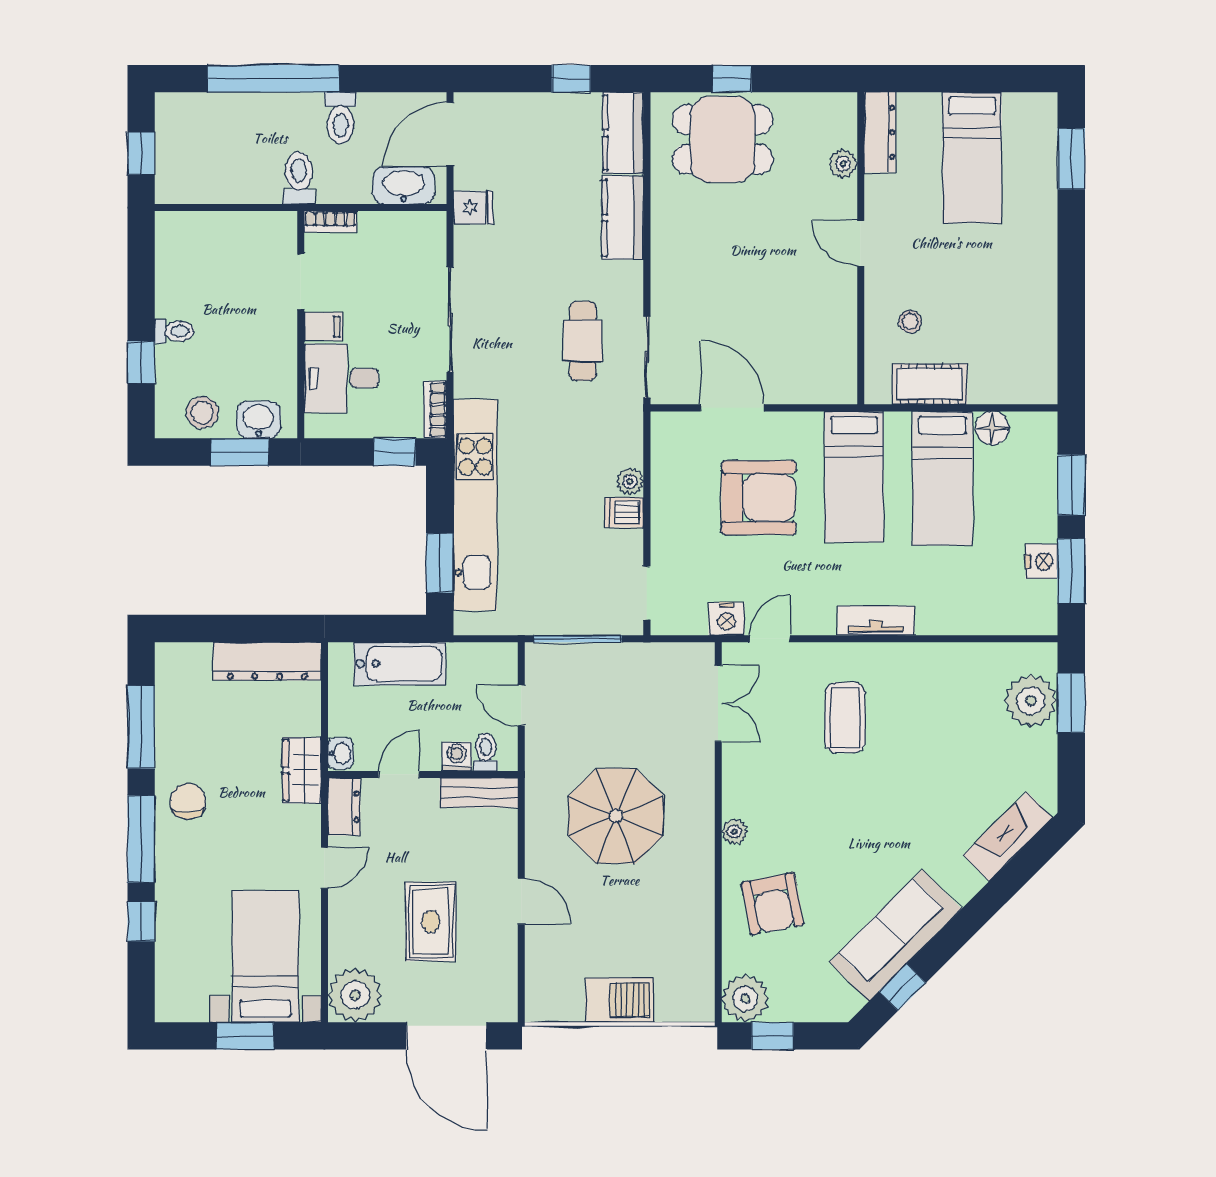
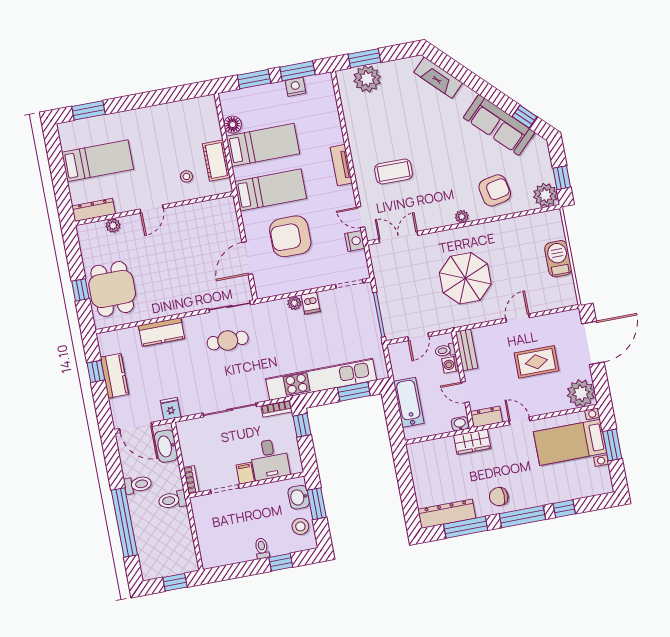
kitchen counter: (623, 133) -> (114, 376), moved, turned -90
armchair: (759, 498) -> (290, 236), turned -90
dresser: (267, 661) -> (447, 514), moved, turned -90

